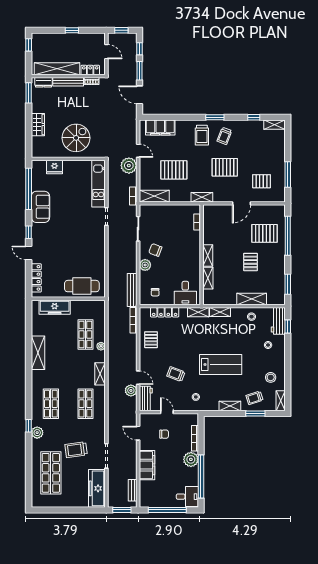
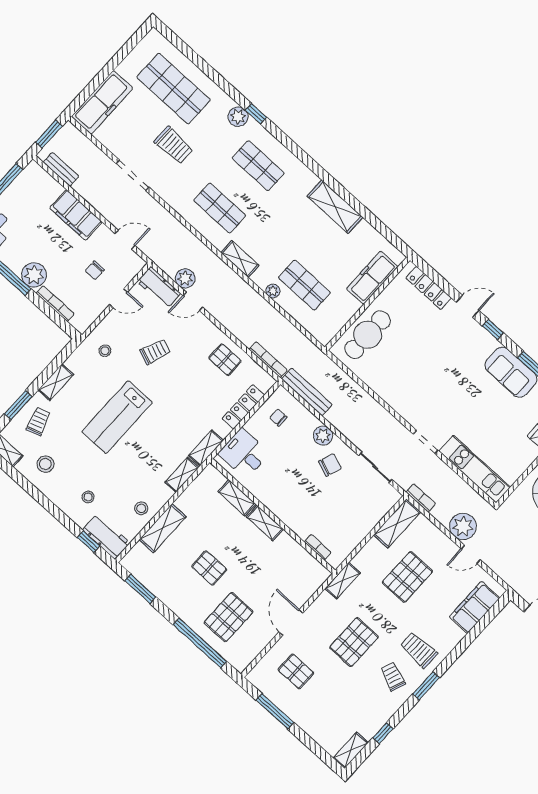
pallet: (261, 181) -> (296, 671), turned 90
trolley: (76, 450) -> (174, 145), turned 98
freezer: (97, 488) -> (102, 102), moved, turned 90

